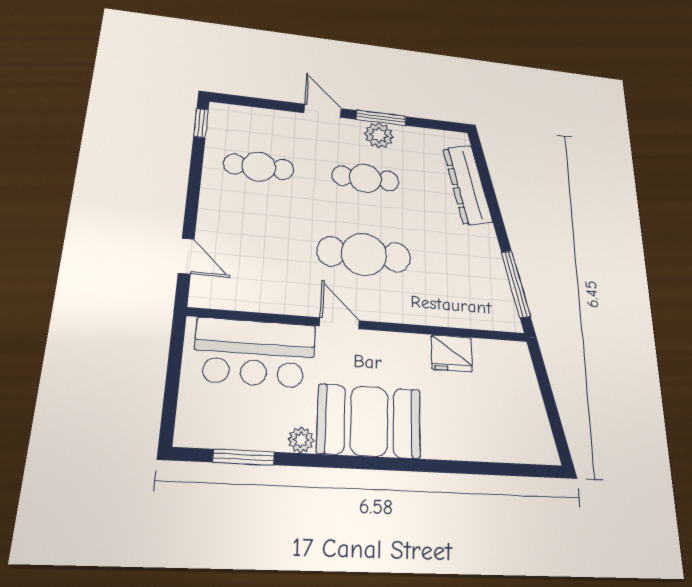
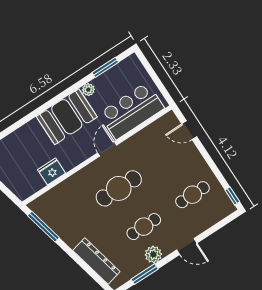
window: (381, 118) -> (145, 274), moved
door: (340, 323) -> (107, 149), swing flipped

